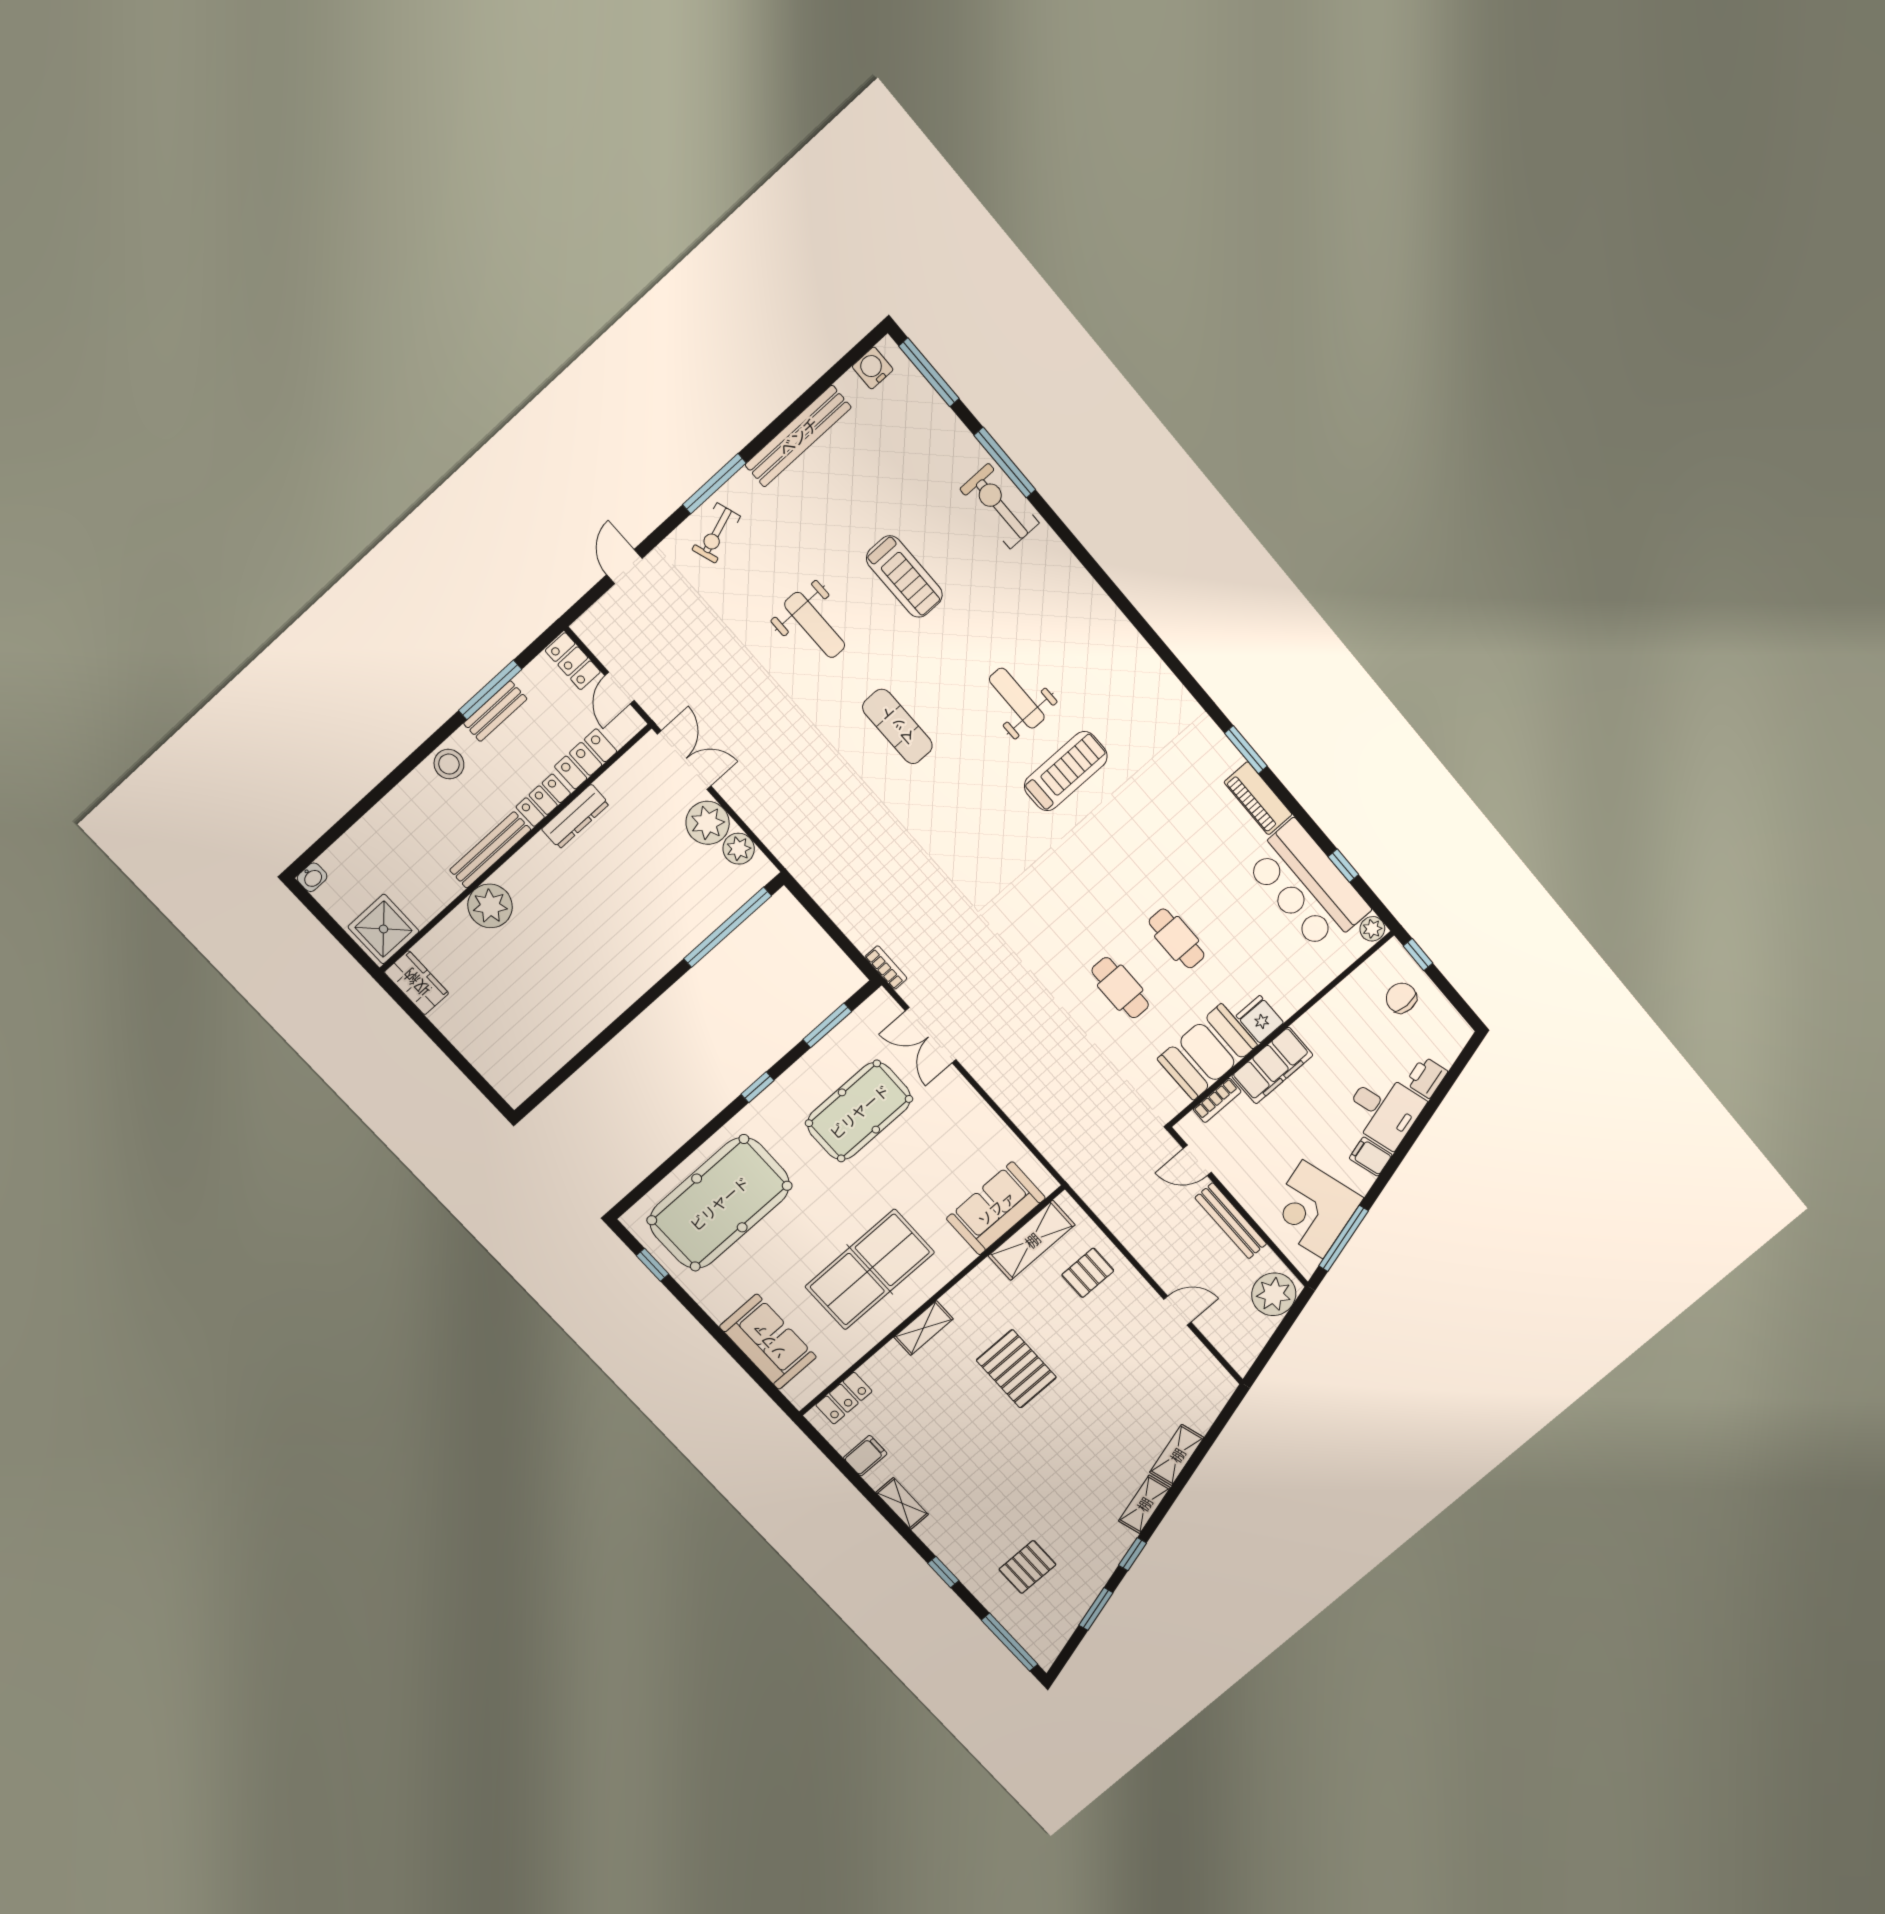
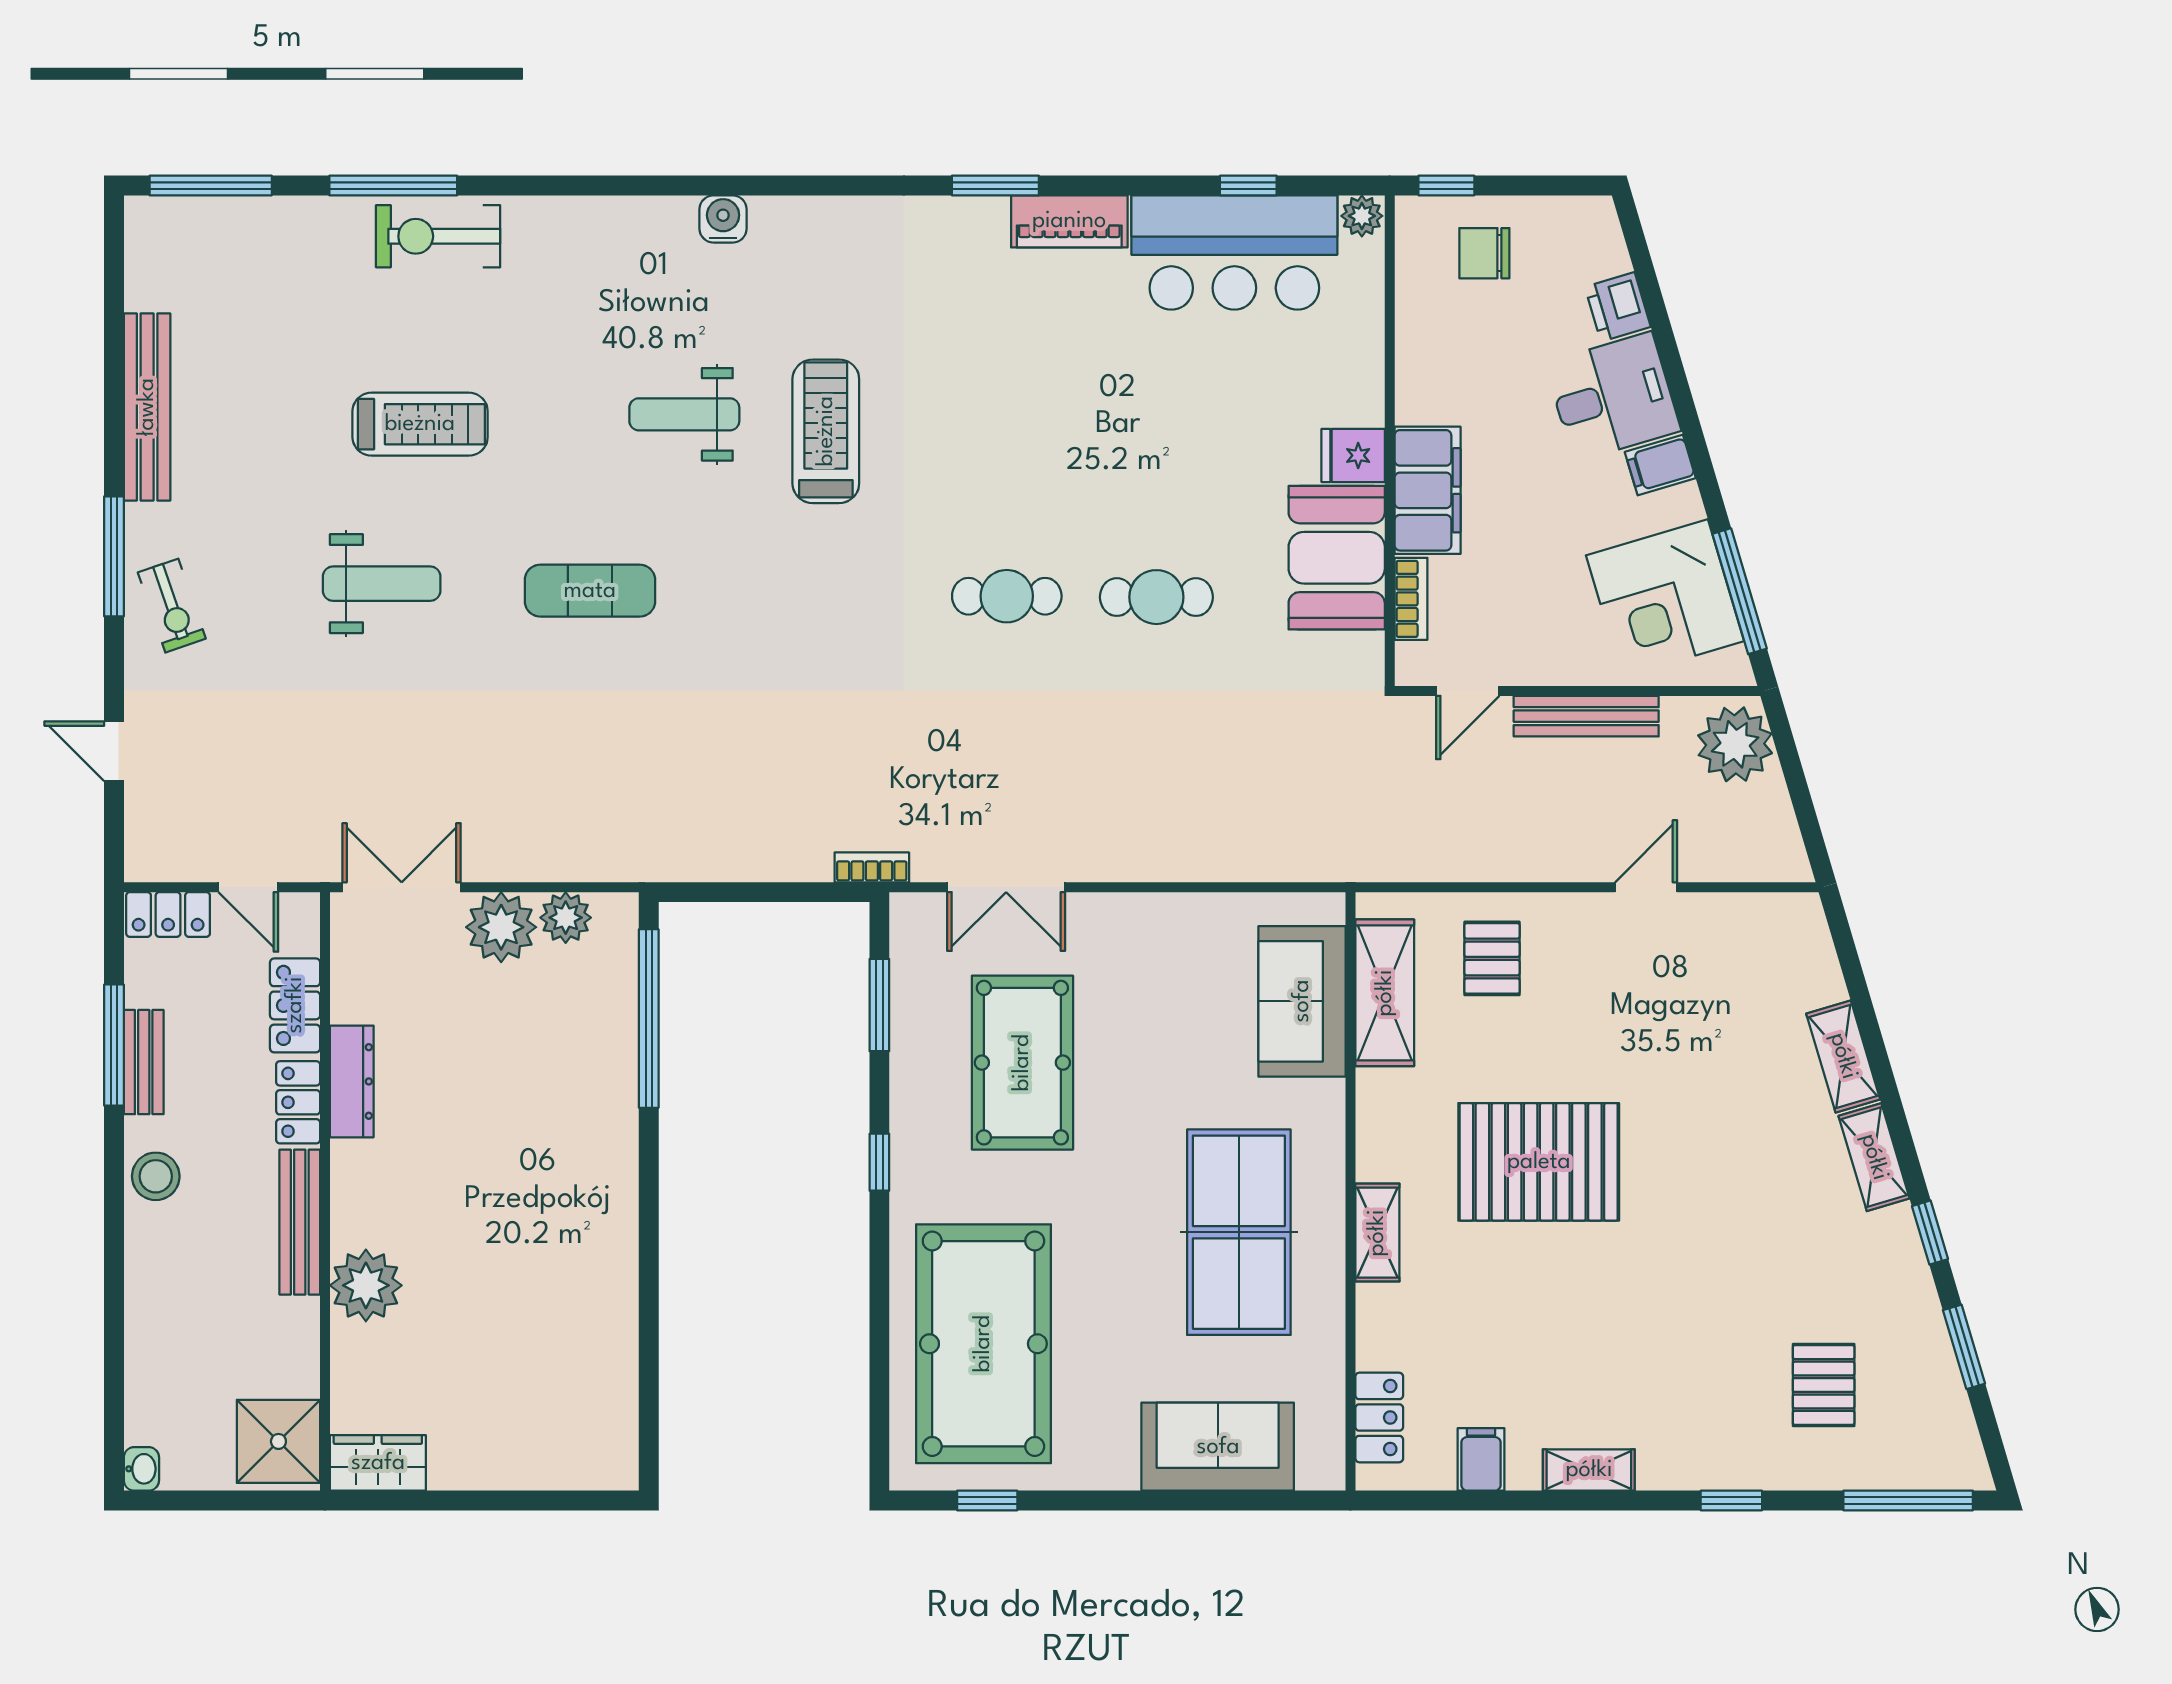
water cooler: (873, 368) -> (723, 219), moved, turned 90
cafe table: (1177, 938) -> (1007, 596), moved
pallet: (1016, 1369) -> (1539, 1162), width x1.37, depth x1.41

